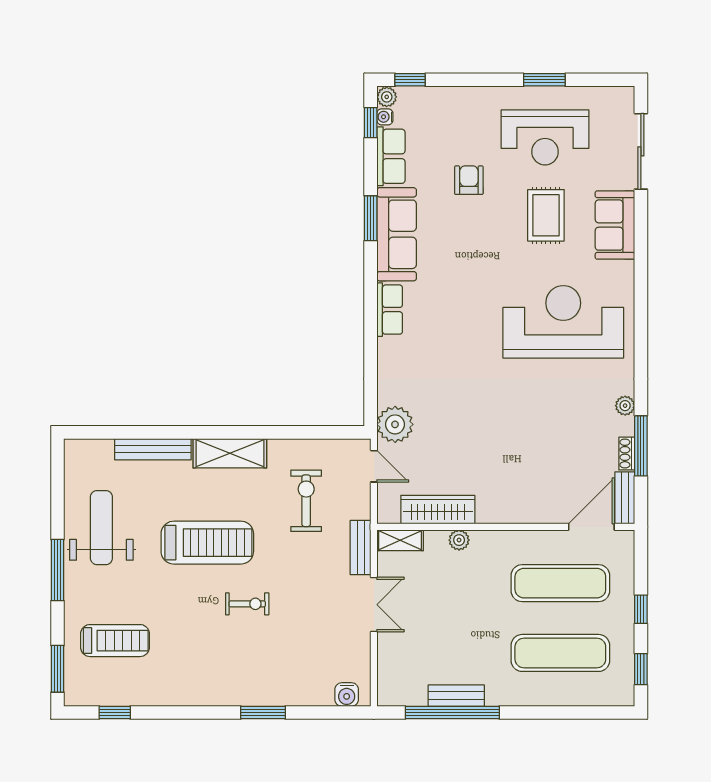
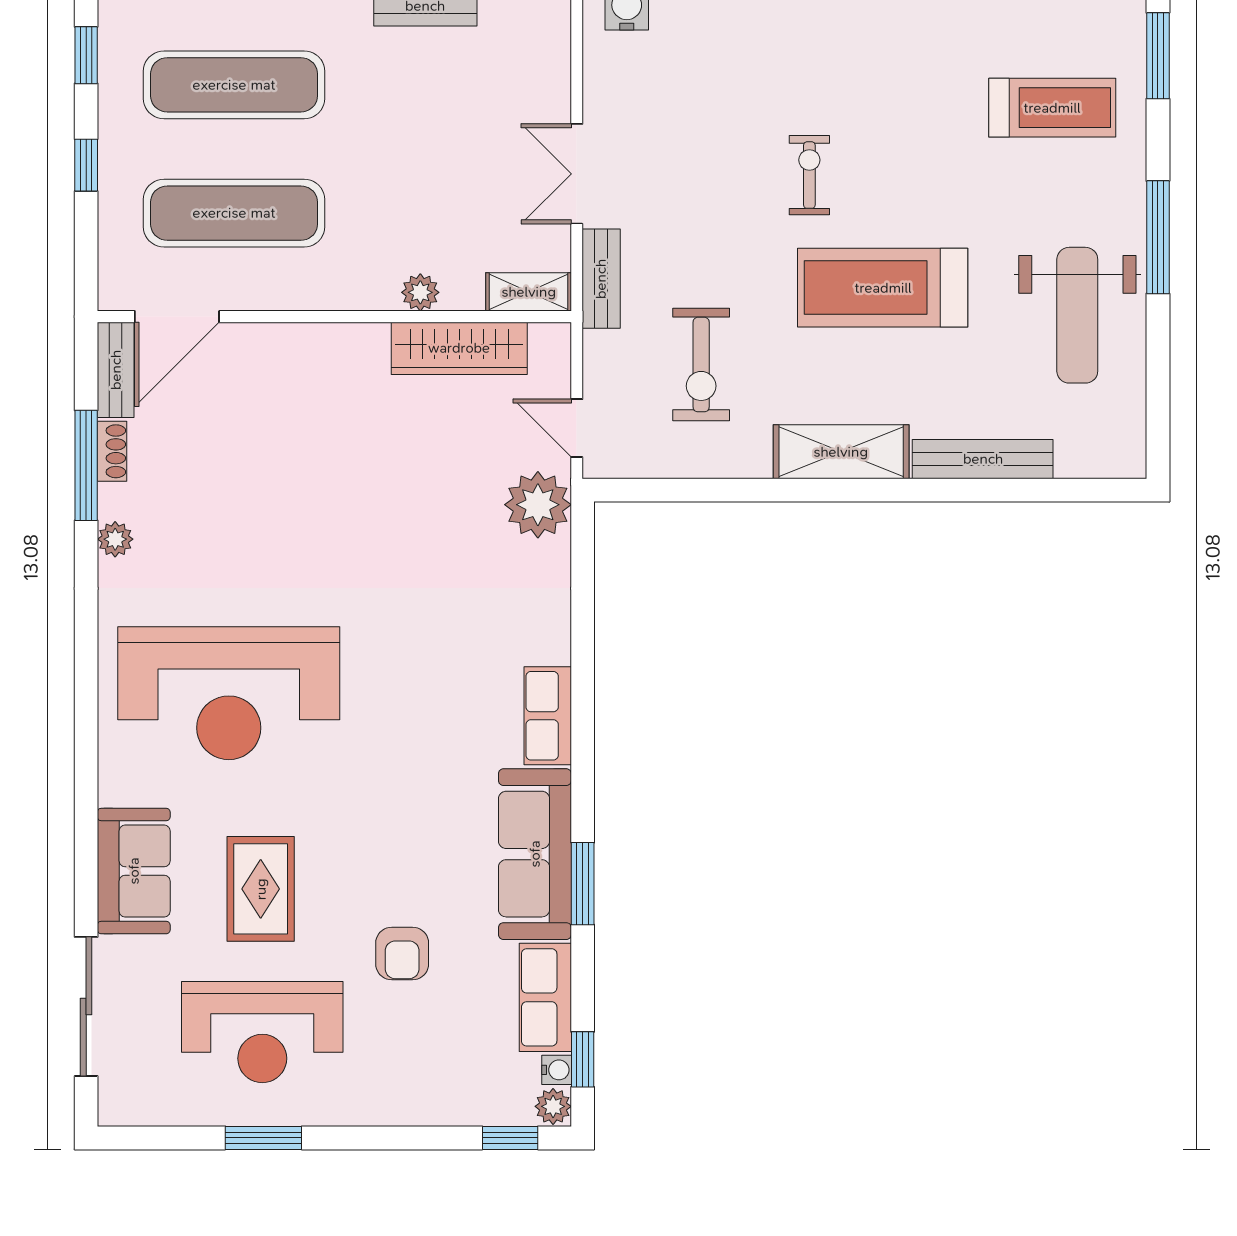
reception desk: (545, 137) -> (262, 1032), turned 180
exercise bike: (247, 604) -> (809, 175), turned 90
treadmill: (115, 641) -> (1052, 108), turned 180

